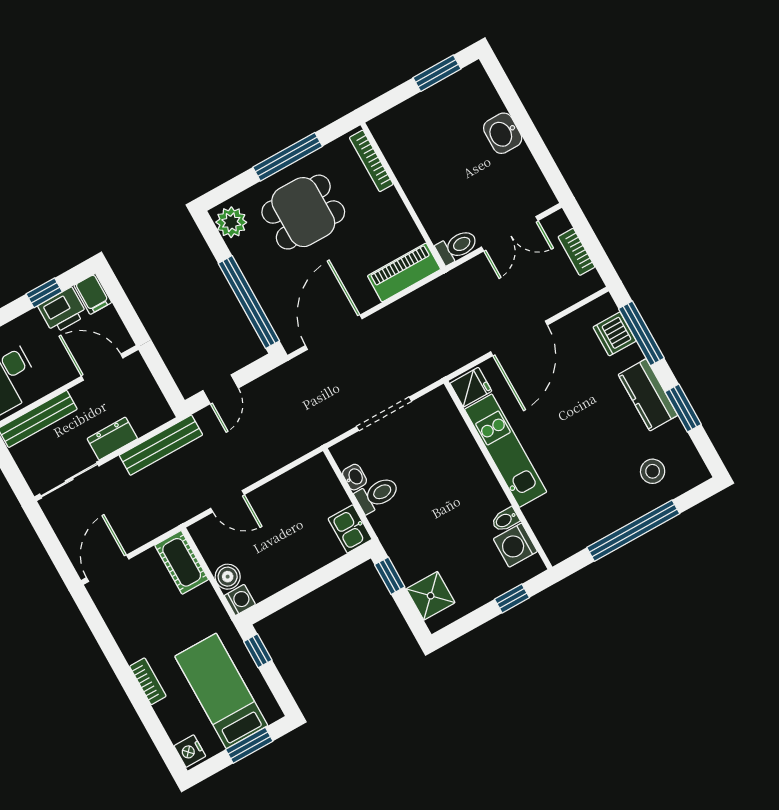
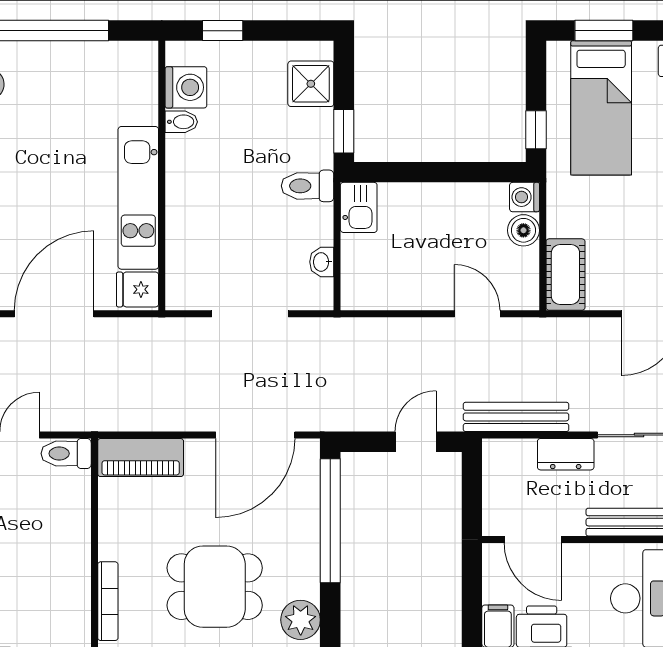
toilet: (377, 495) -> (308, 186), moved

